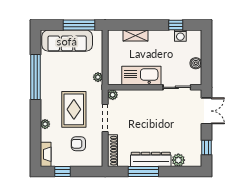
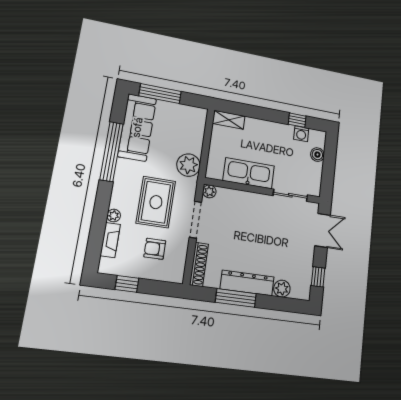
window: (79, 25) -> (160, 94), moved
shelving: (135, 36) -> (229, 120), moved
sofa: (67, 41) -> (137, 127), moved, turned -90
boiler: (196, 63) -> (317, 155), moved
plant: (98, 77) -> (188, 165), width x1.88, depth x1.88
fireplace: (46, 154) -> (110, 240), moved

